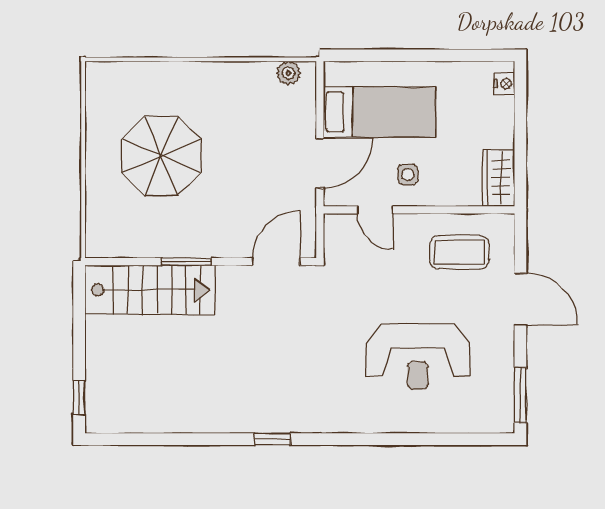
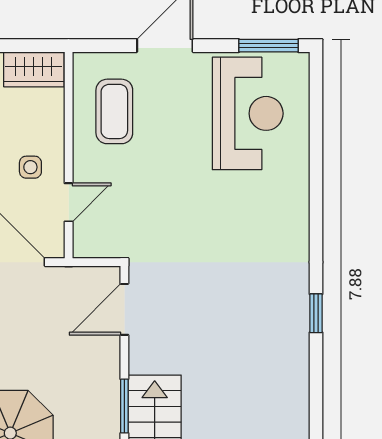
door: (276, 262) -> (124, 309), hinge flipped
reception desk: (418, 356) -> (248, 113), moved

